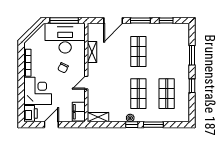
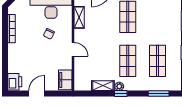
door: (86, 83) -> (73, 49), swing flipped
corner desk: (38, 91) -> (22, 58), removed
shelving: (98, 117) -> (103, 86), moved
window: (153, 125) -> (159, 93), moved

